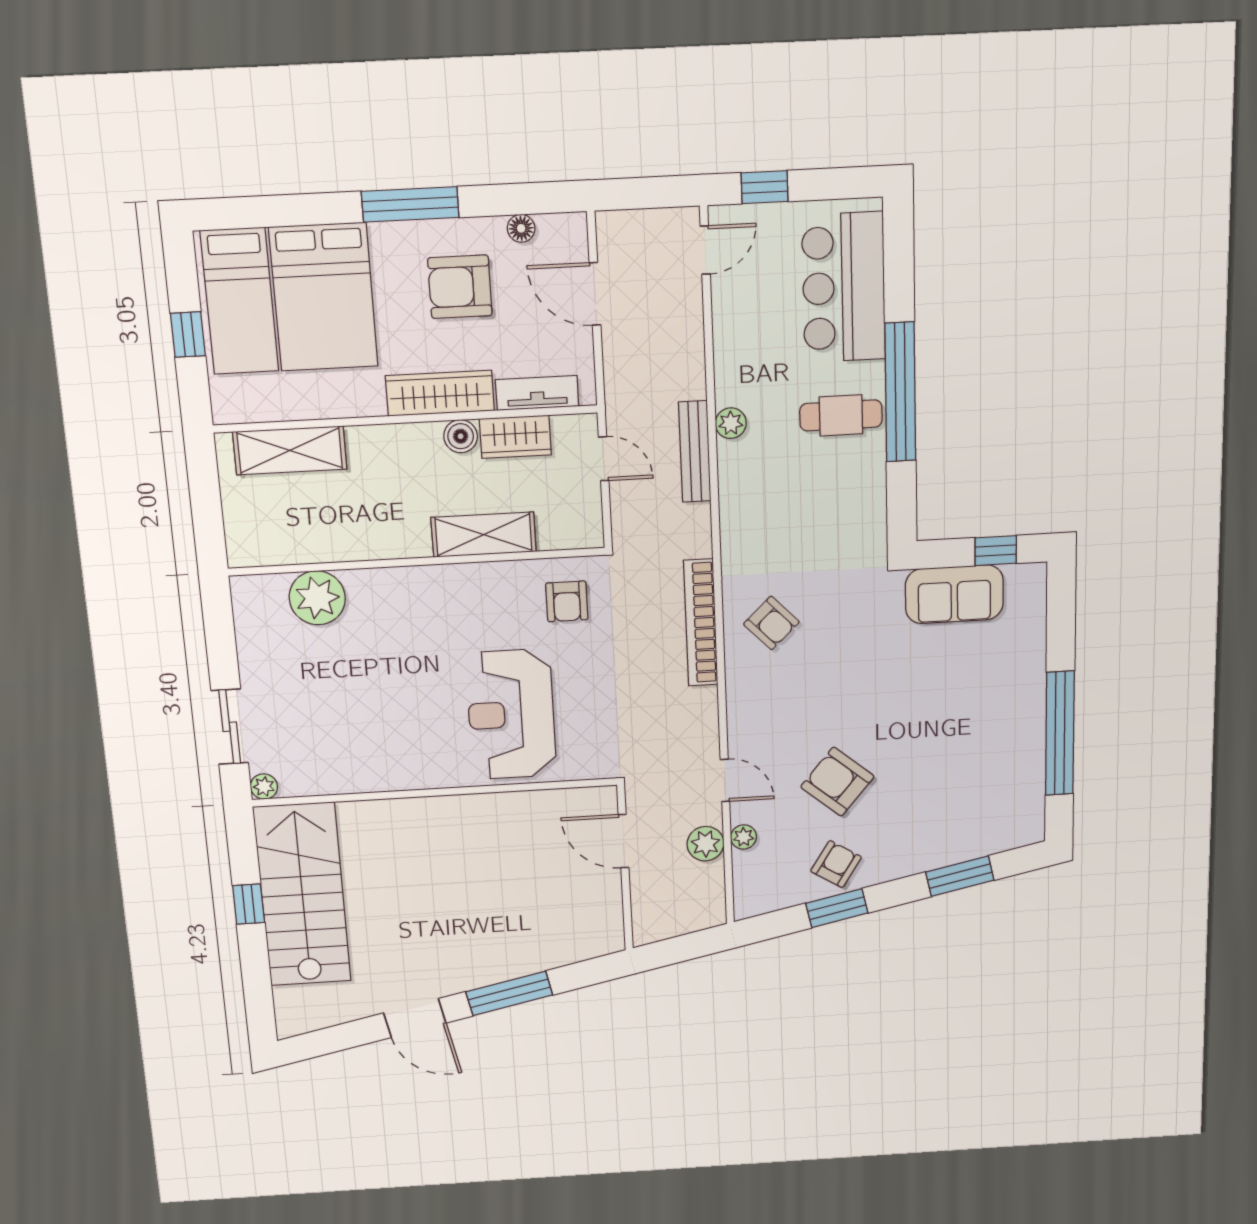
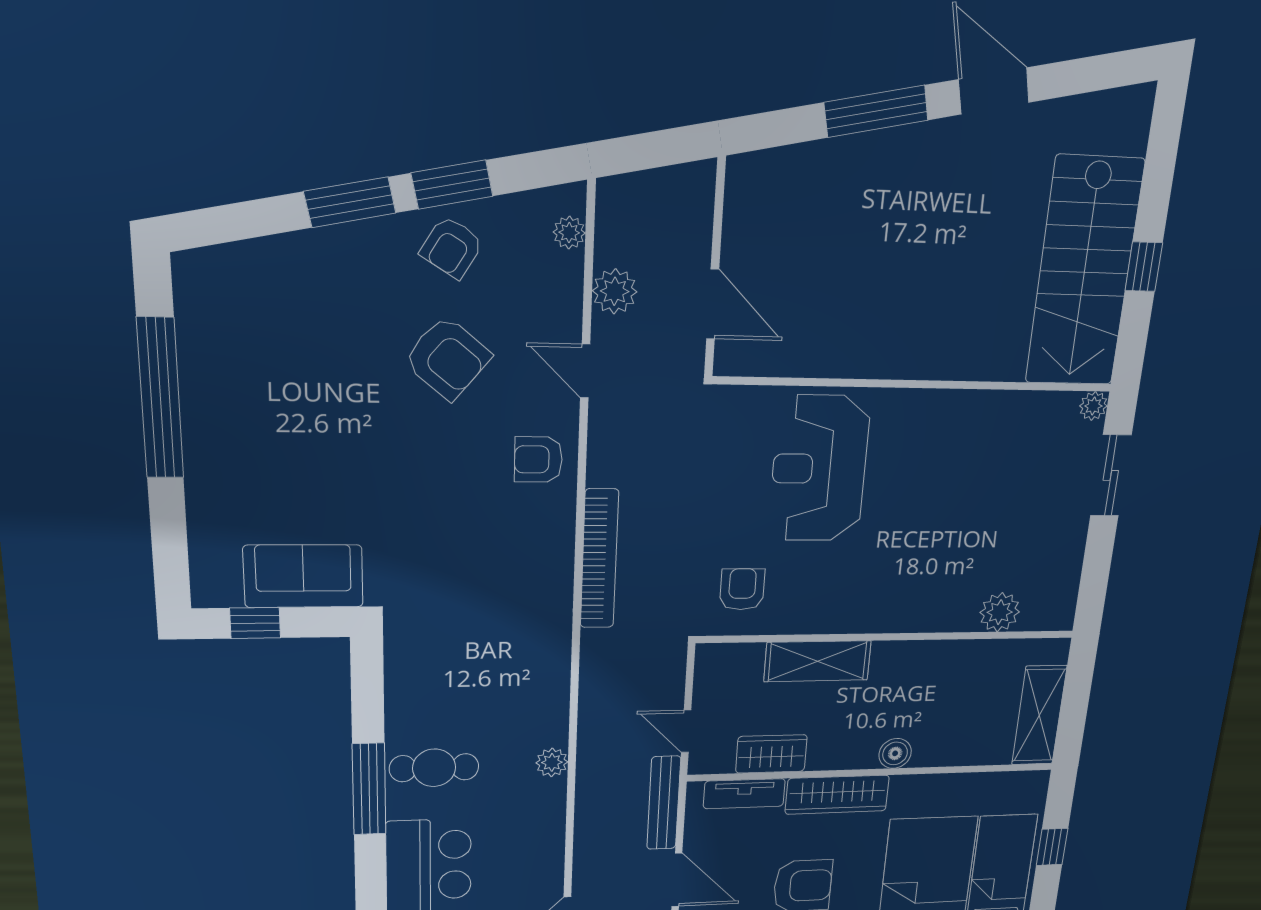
window: (900, 392) -> (369, 789), width x0.68
boiler: (461, 436) -> (895, 753), moved
shelving: (290, 450) -> (1039, 715), moved, turned 90
bench: (695, 452) -> (664, 803), moved
plant: (317, 598) -> (1000, 612), width x0.73, depth x0.73
armchair: (771, 623) -> (538, 459), moved, turned -46
reception desk: (511, 714) -> (819, 469), turned 180
plant: (744, 837) -> (569, 233), moved
window: (960, 876) -> (350, 202), moved

